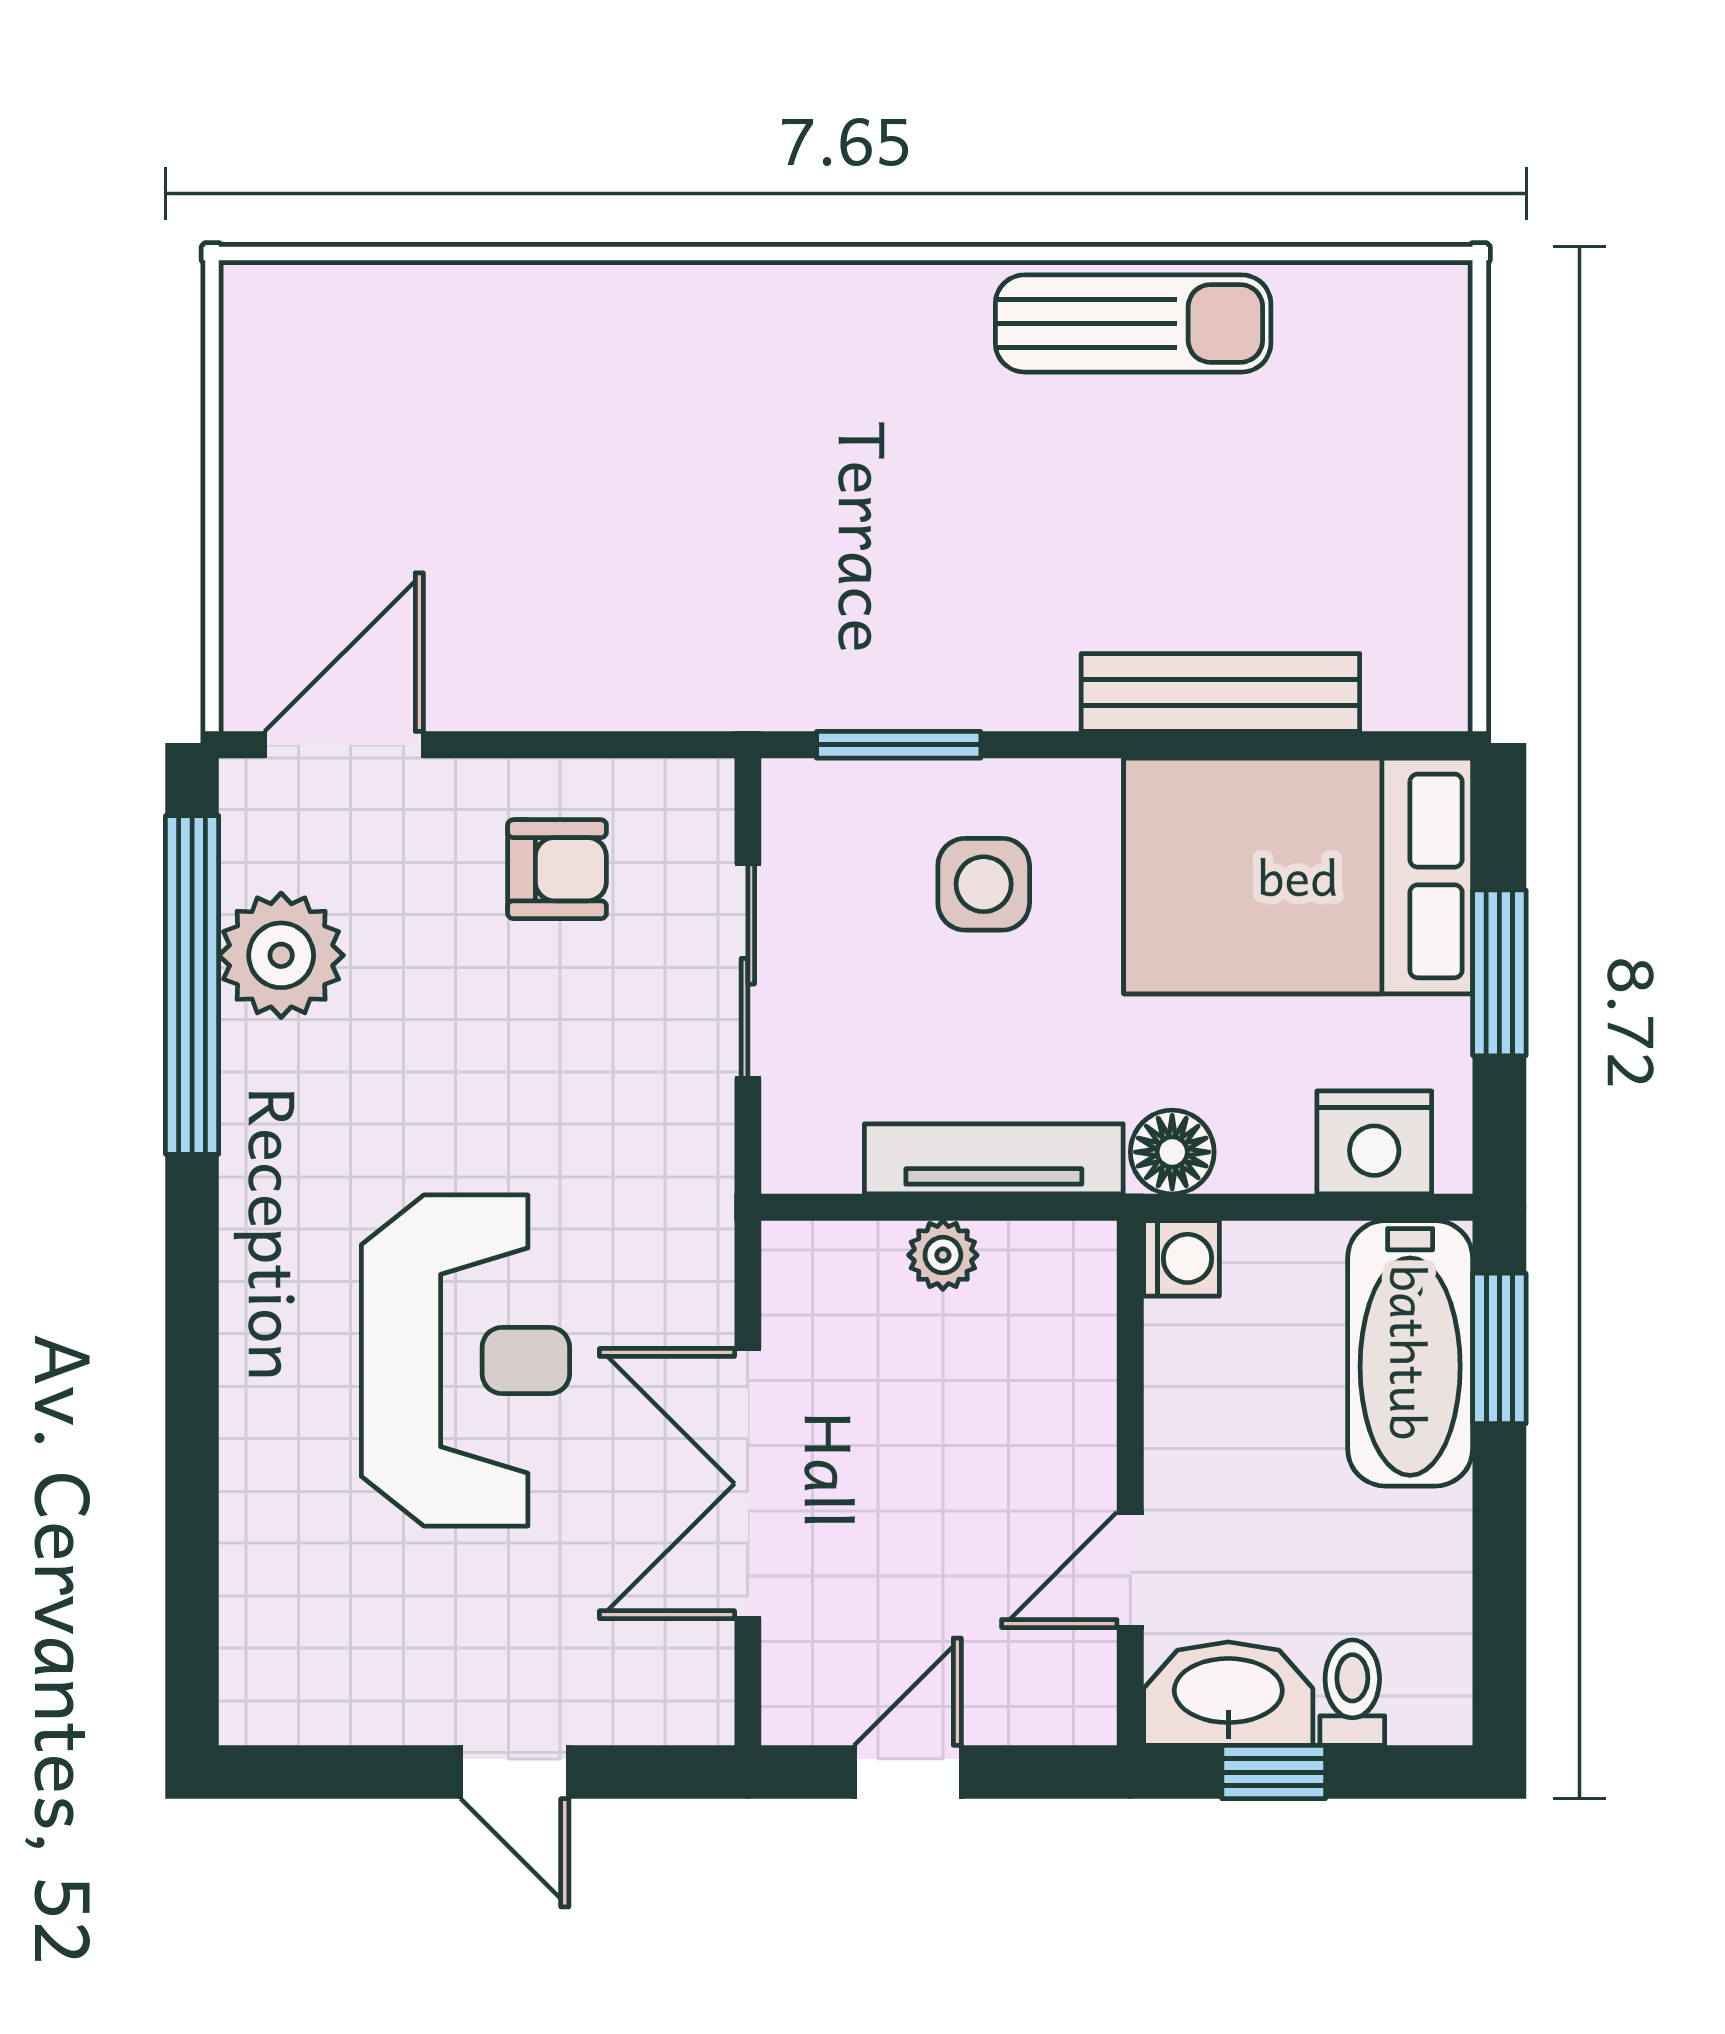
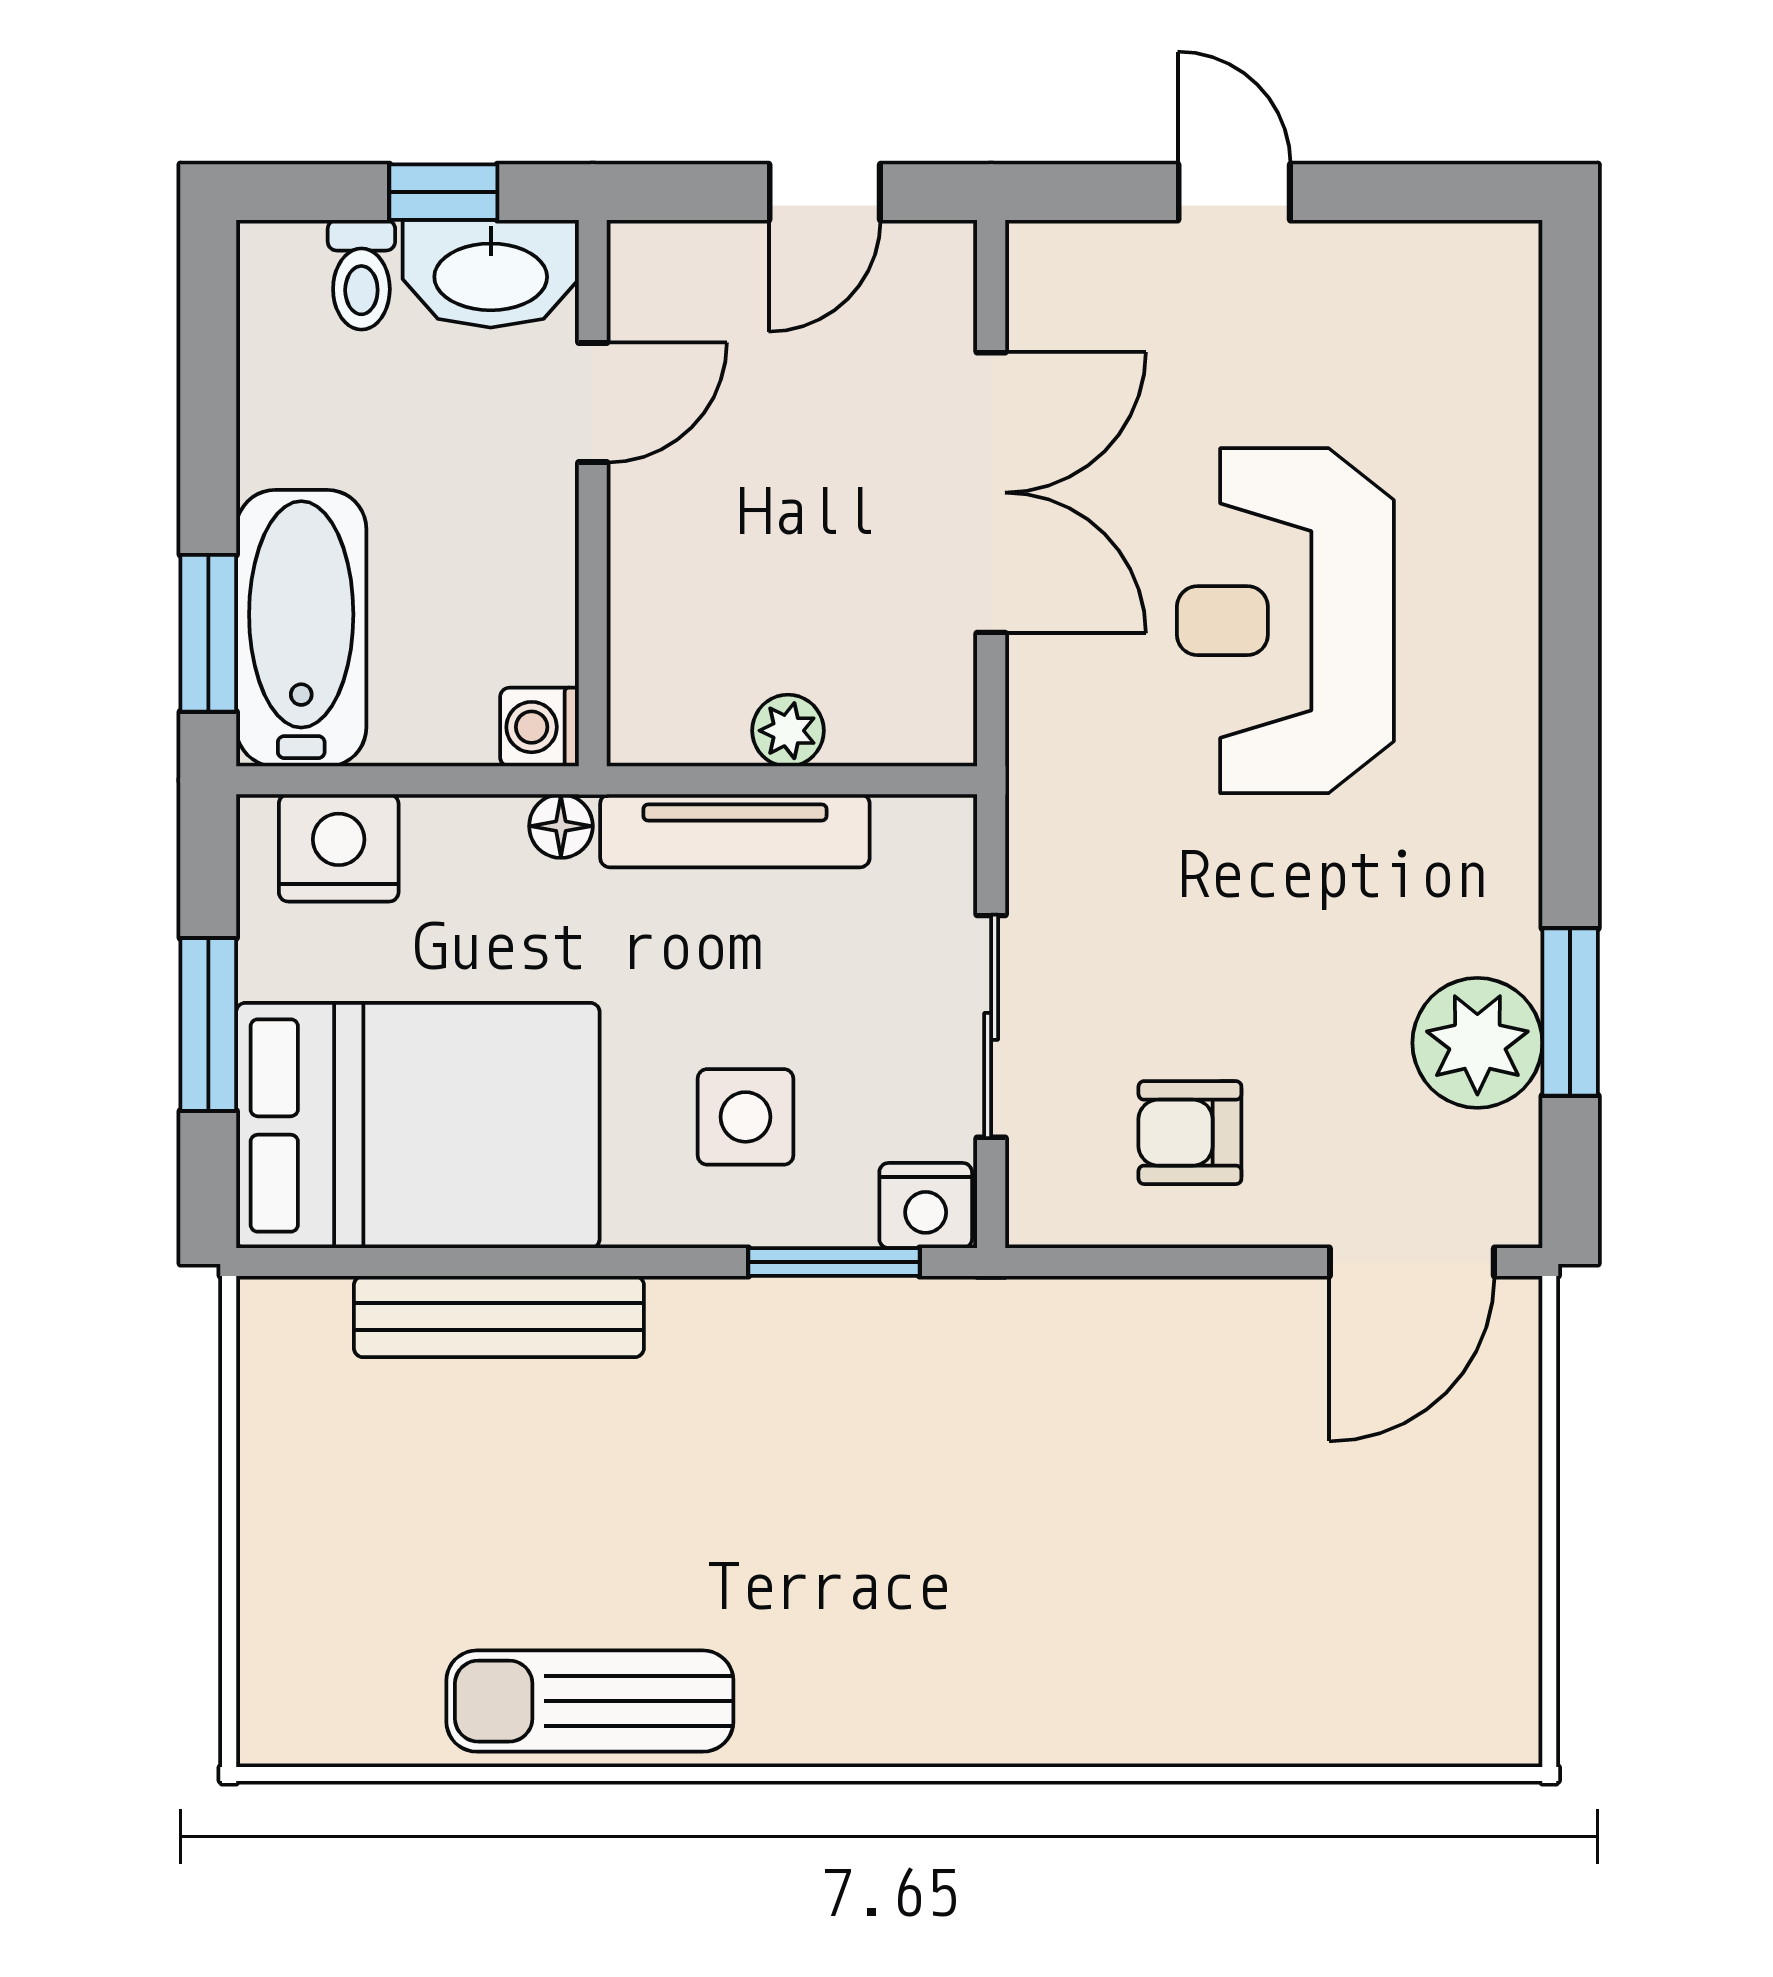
nightstand: (811, 799) -> (926, 1206), added
window: (192, 985) -> (1570, 1012), width x0.47
floor lamp: (1172, 1152) -> (561, 826), width x0.73, depth x0.73

